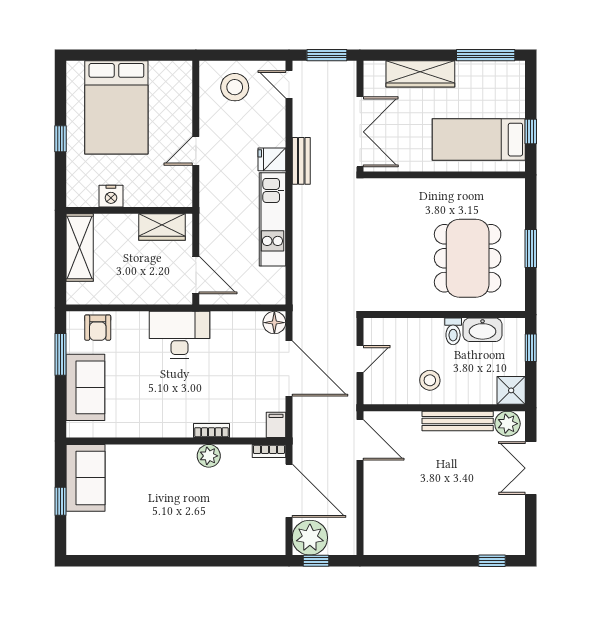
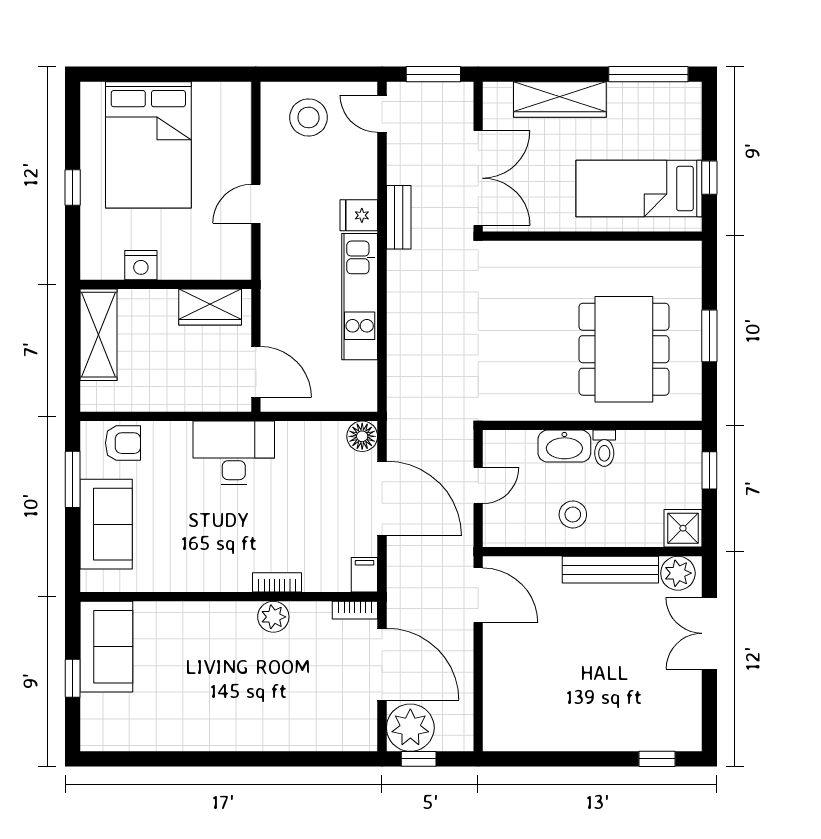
armchair: (98, 328) -> (123, 443), turned -90
washbasin: (483, 330) -> (564, 446), moved

